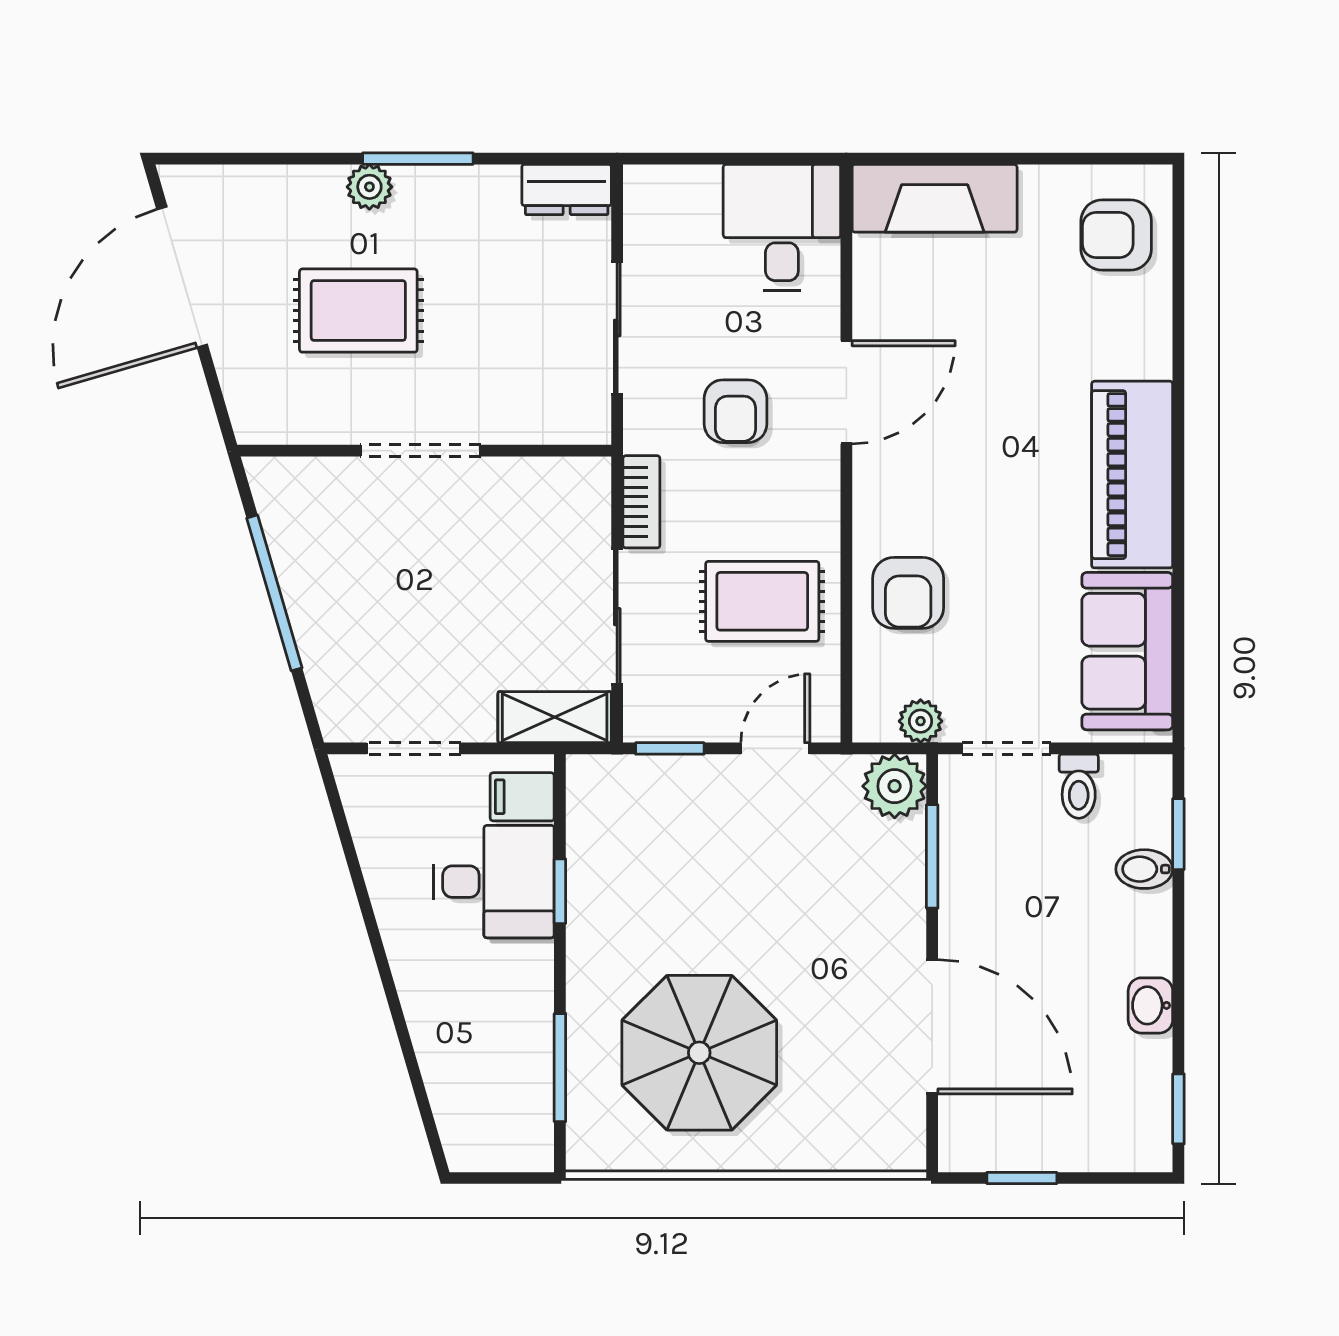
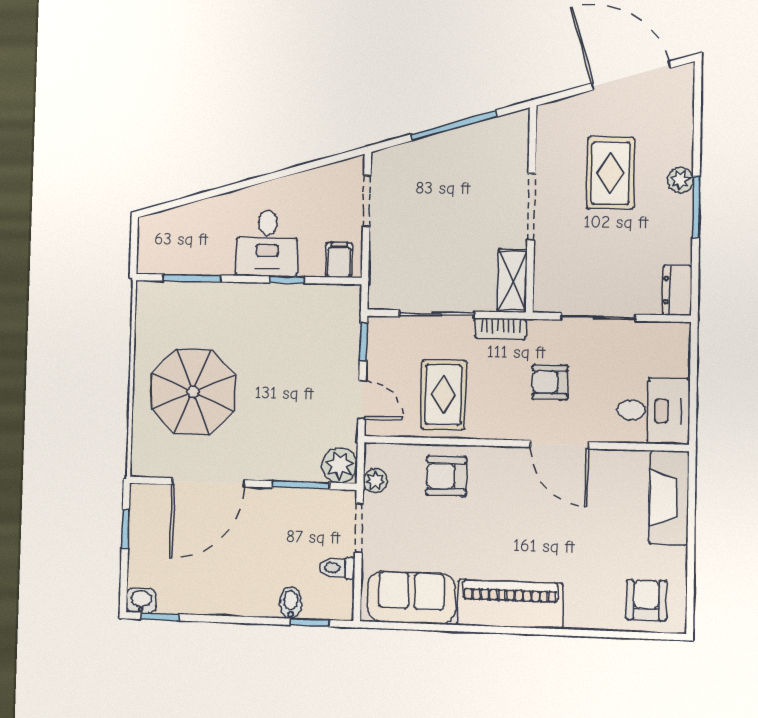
shelving: (555, 717) -> (512, 281), moved
desk: (494, 882) -> (267, 243), moved
washbasin: (1150, 1005) -> (141, 600), moved
parasol: (699, 1053) -> (193, 392), moved

